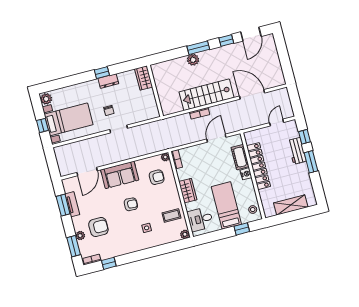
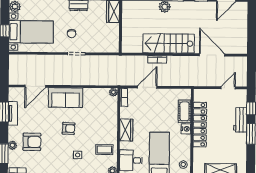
door: (216, 138) -> (147, 87), moved
armchair: (157, 177) -> (100, 109), removed

